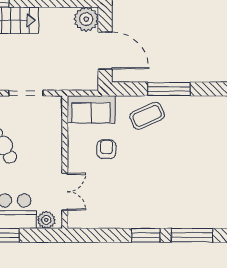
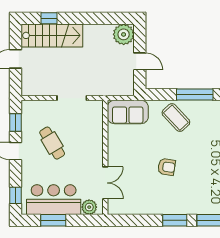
door: (105, 50) -> (140, 61), width x0.53
coffee table: (147, 116) -> (176, 118), turned 71
armchair: (106, 149) -> (167, 167), moved, turned 99

